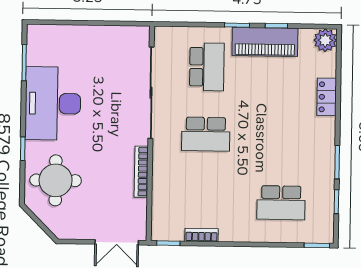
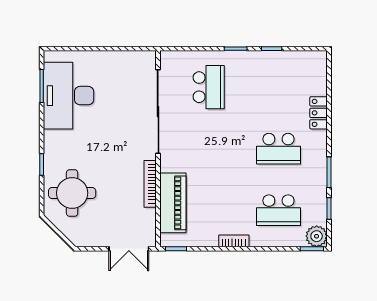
plant: (325, 40) -> (317, 236), moved
piano: (265, 42) -> (173, 203), moved, turned -90
desk: (53, 103) -> (69, 96), moved
school desk: (206, 134) -> (278, 149), moved
bookcase: (202, 235) -> (234, 241), moved

